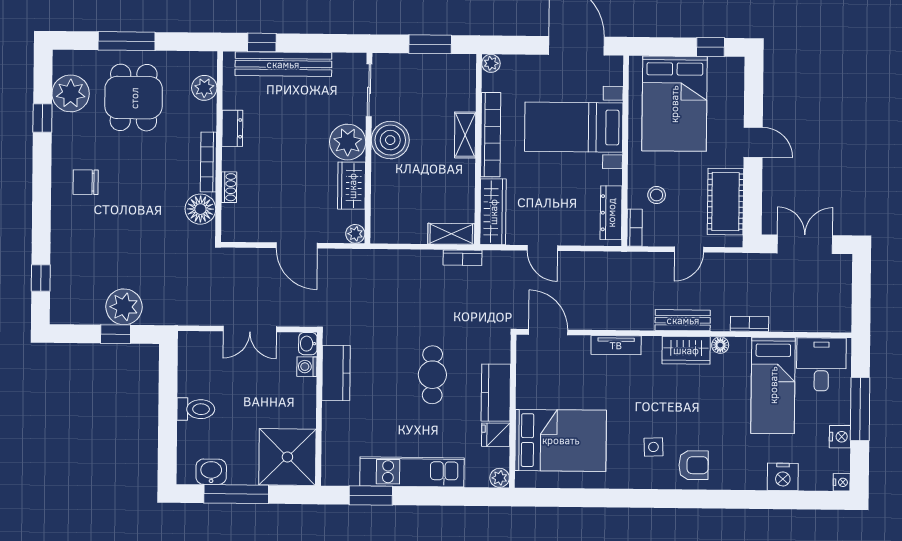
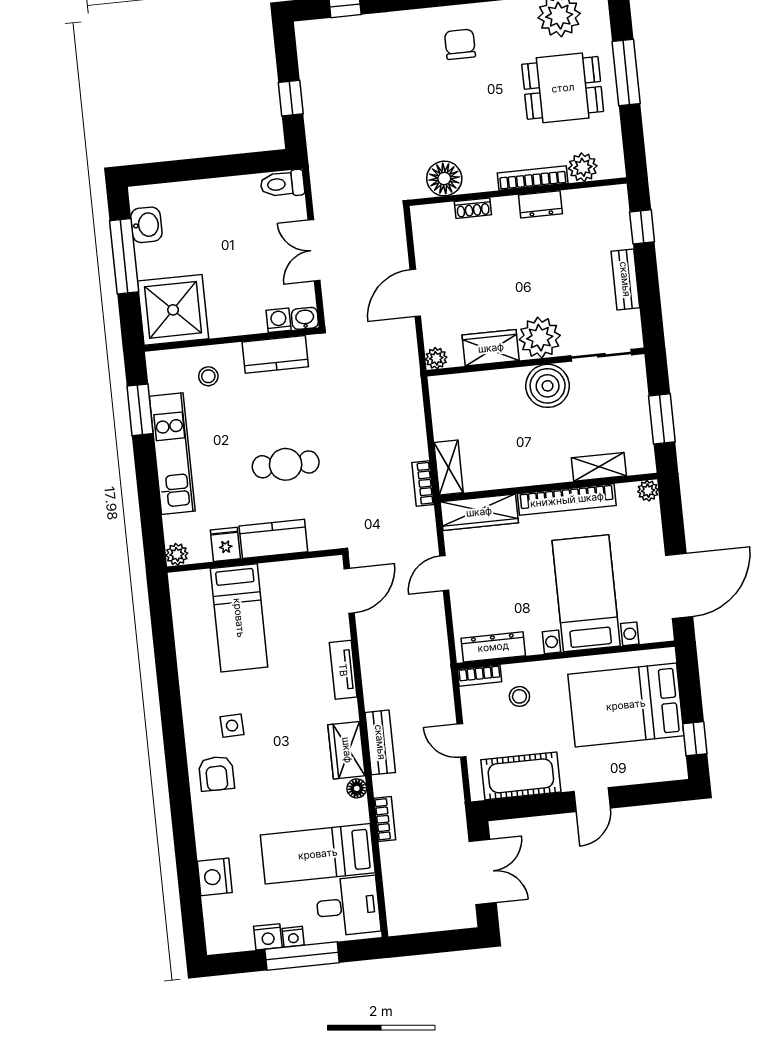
bench: (283, 64) -> (625, 279), width x0.54, depth x0.82
shelving: (465, 135) -> (599, 467), moved
bookcase: (208, 162) -> (533, 178), moved
plant: (124, 307) -> (323, 104), removed
toilet: (196, 409) -> (282, 184), moved, turned 90
stool: (348, 433) -> (208, 376), added
bed: (561, 440) -> (239, 618), width x0.67
nightstand: (842, 482) -> (293, 937), moved

